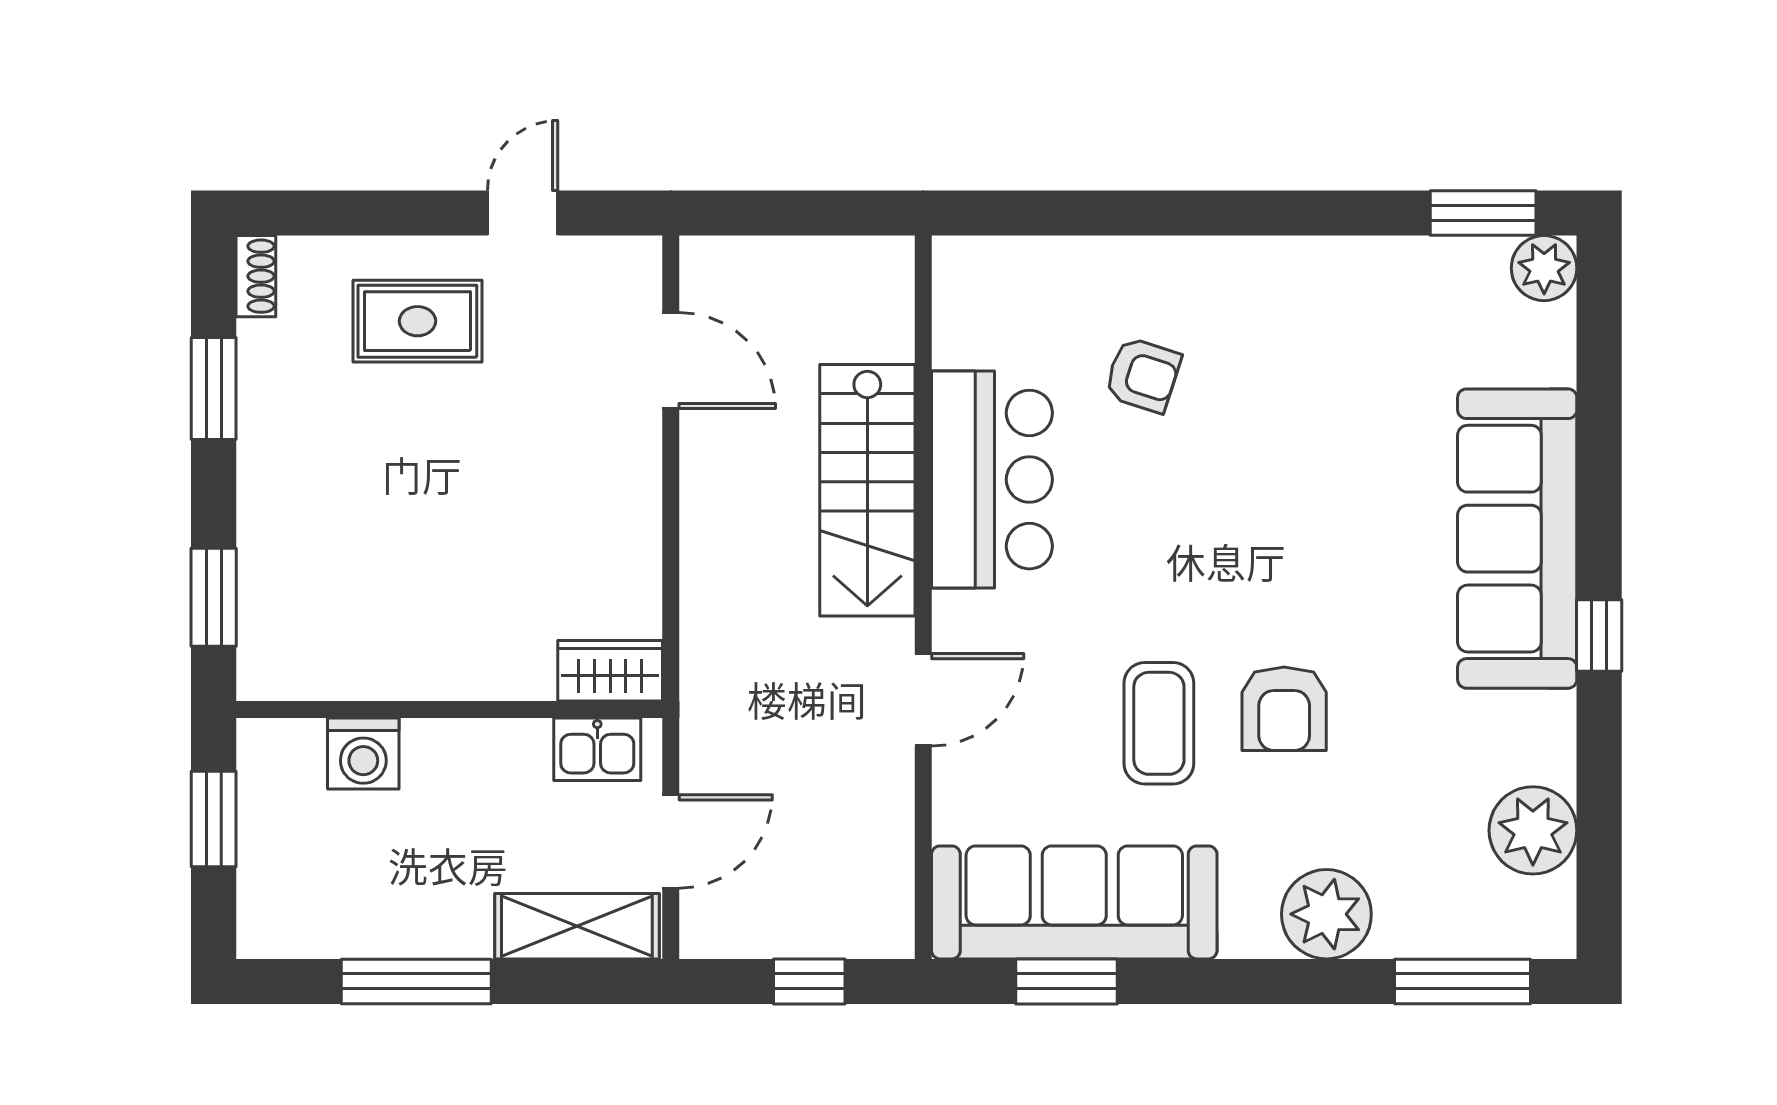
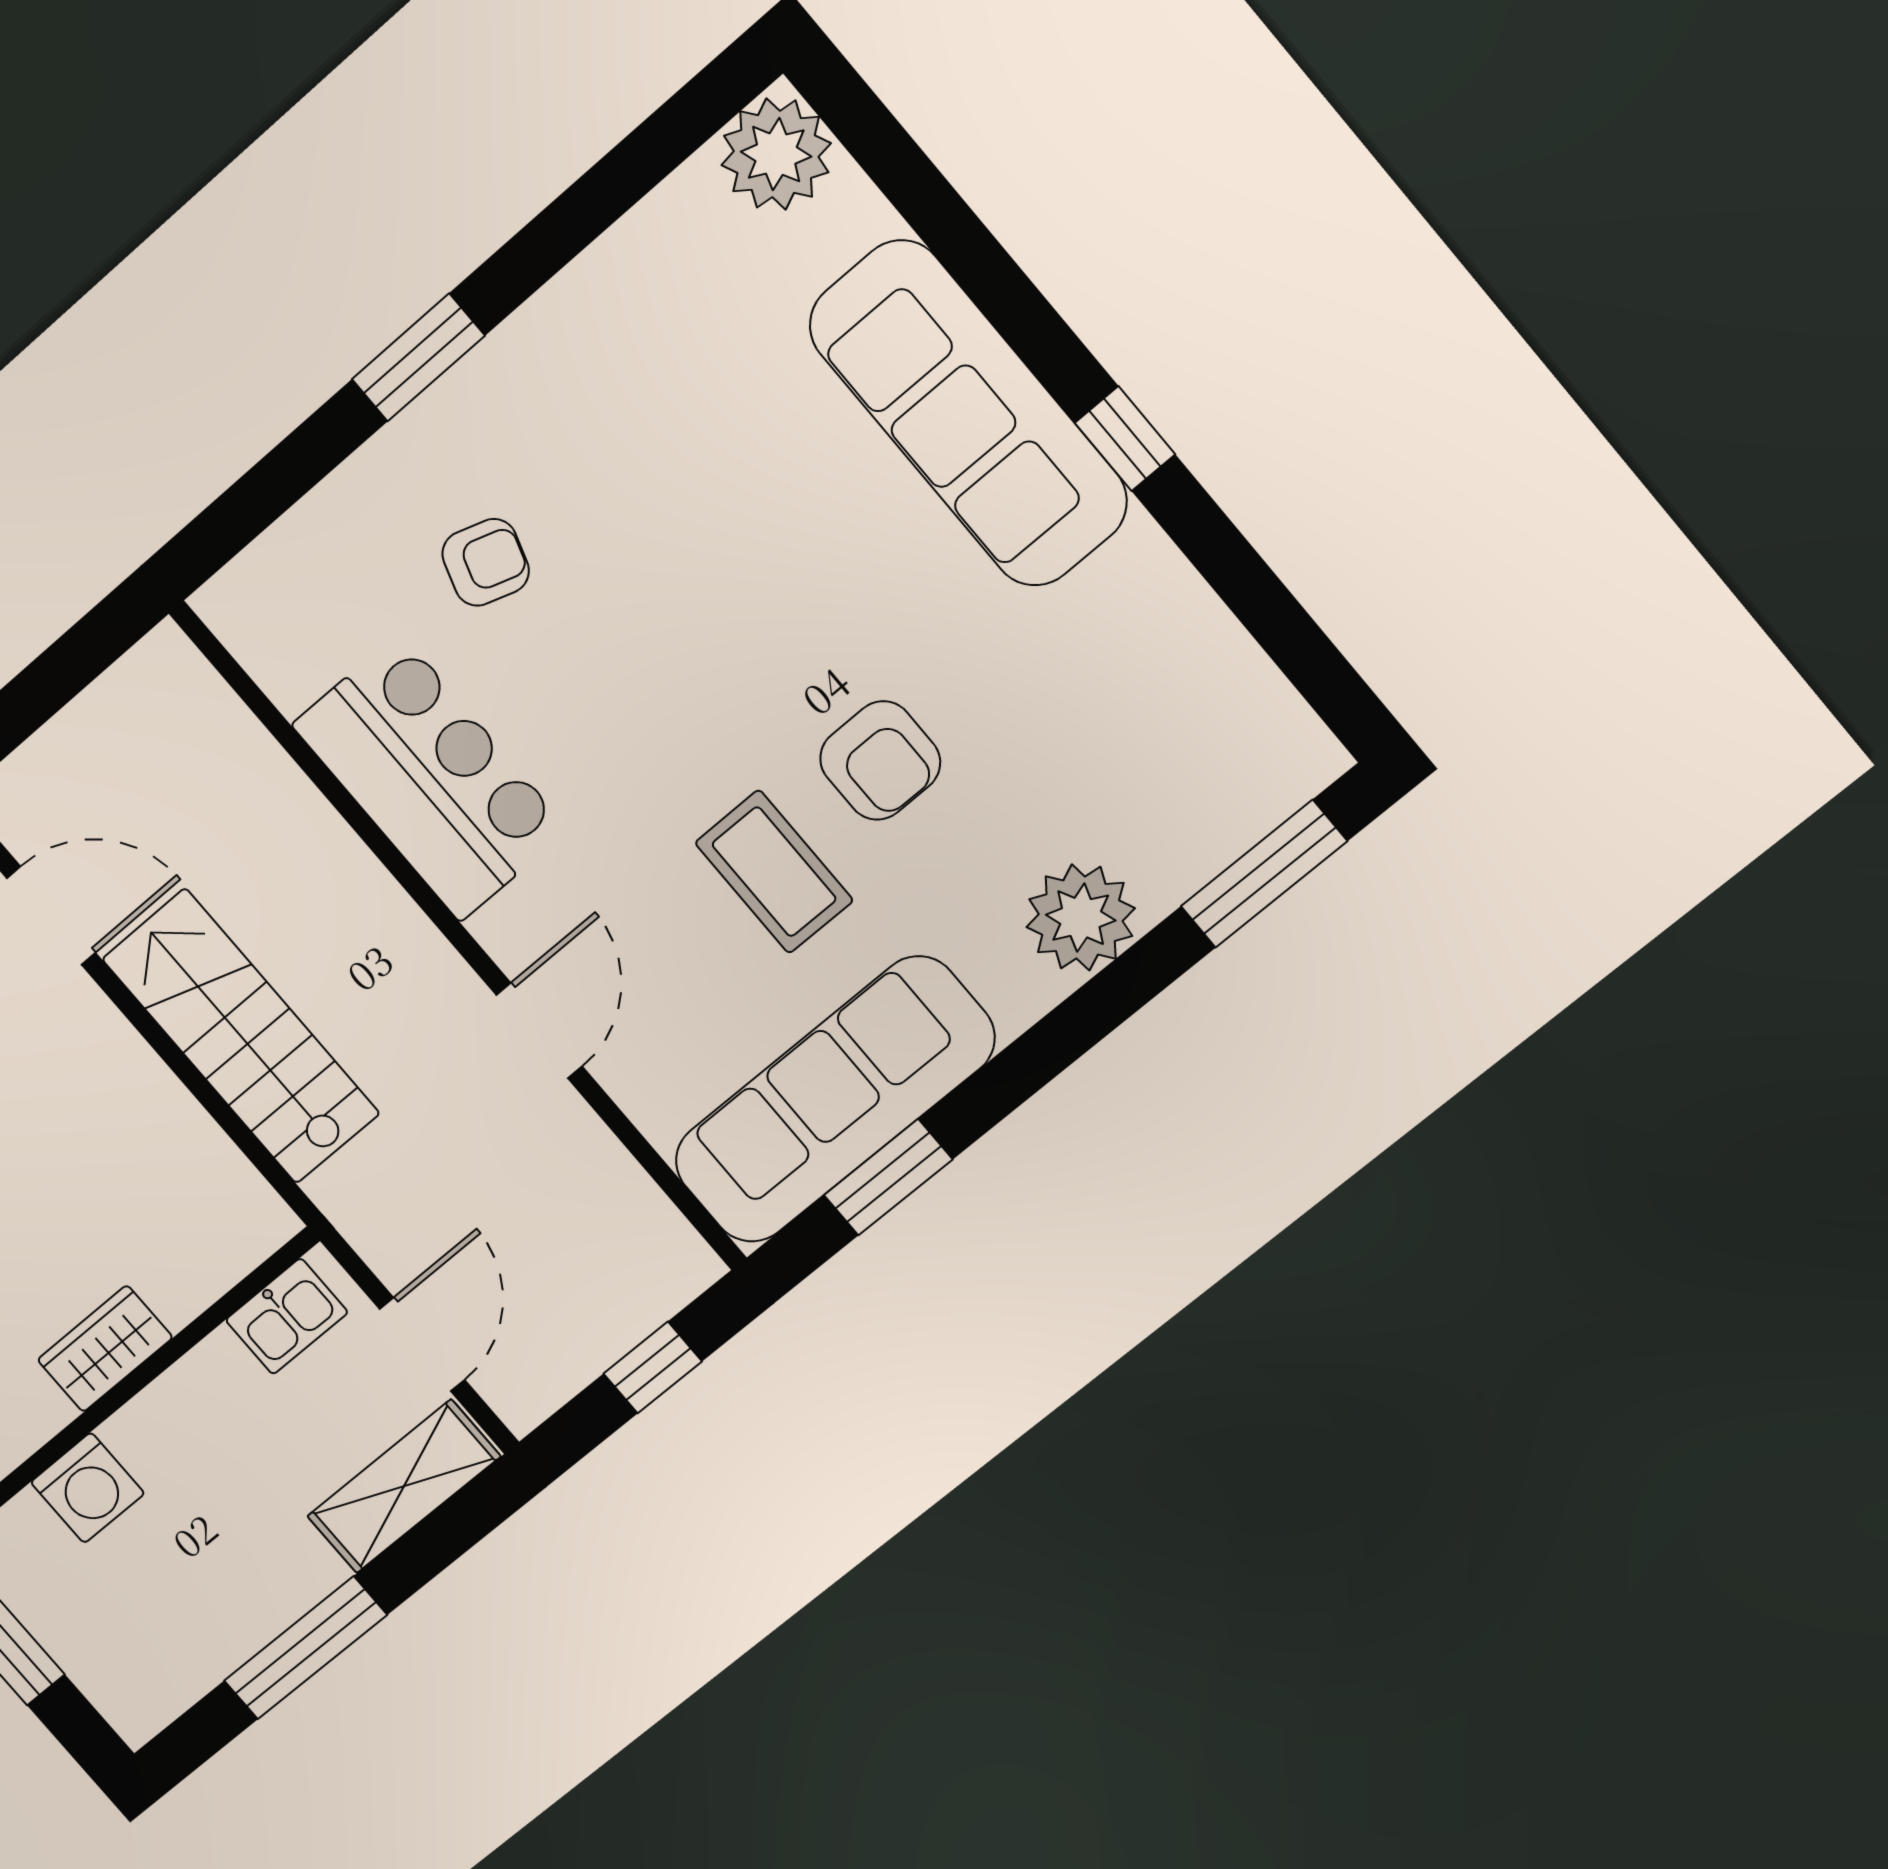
window: (1483, 213) -> (418, 357), moved
plant: (1544, 268) -> (776, 154), width x1.36, depth x1.36
stairs: (867, 490) -> (241, 1036), moved, turned 180
wardrobe: (610, 671) -> (105, 1349), moved
plant: (1533, 830) -> (1214, 677), removed

